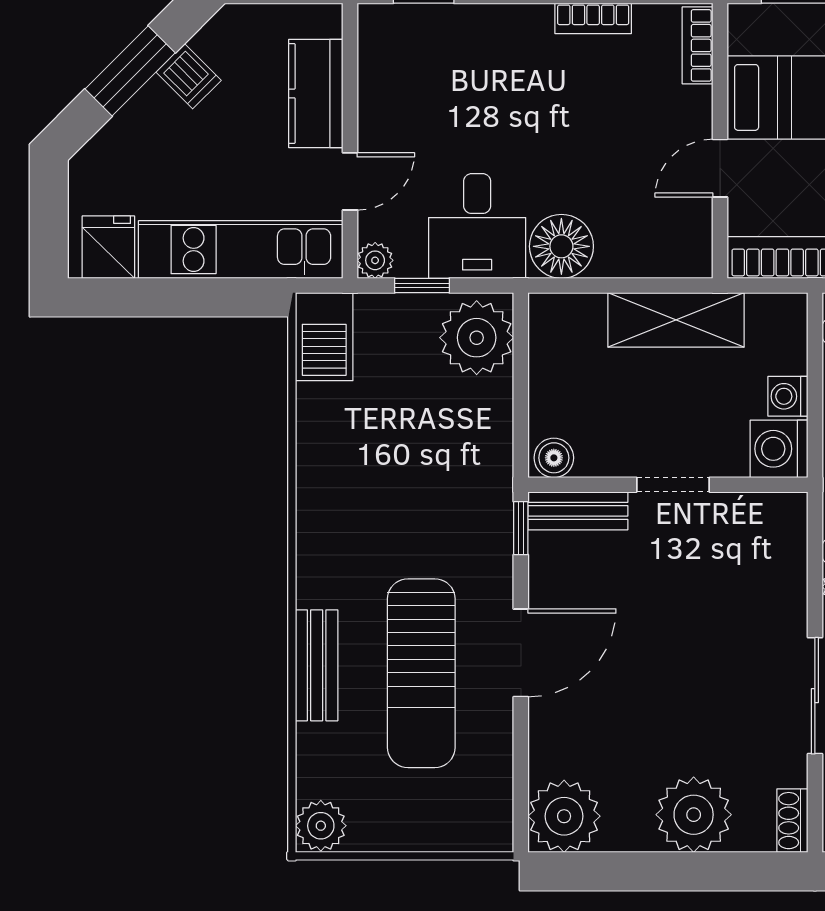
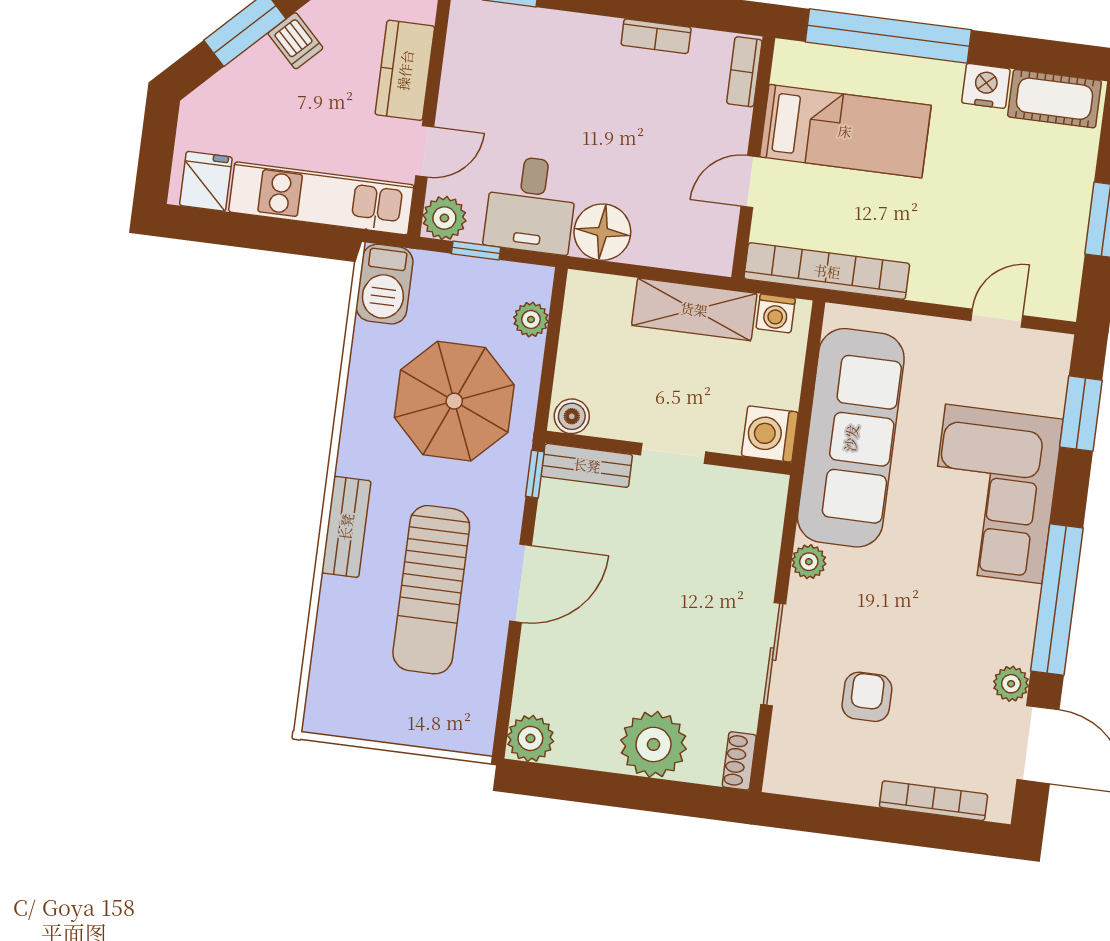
plant: (375, 260) -> (444, 218), width x1.38, depth x1.38
plant: (477, 338) -> (531, 319), width x0.53, depth x0.53
washing machine: (788, 396) -> (776, 313), moved, turned -90
parasol: (420, 458) -> (454, 401), added
bench: (317, 665) -> (346, 527), moved
plant: (564, 816) -> (530, 738), width x0.73, depth x0.73
plant: (321, 826) -> (326, 712), removed

